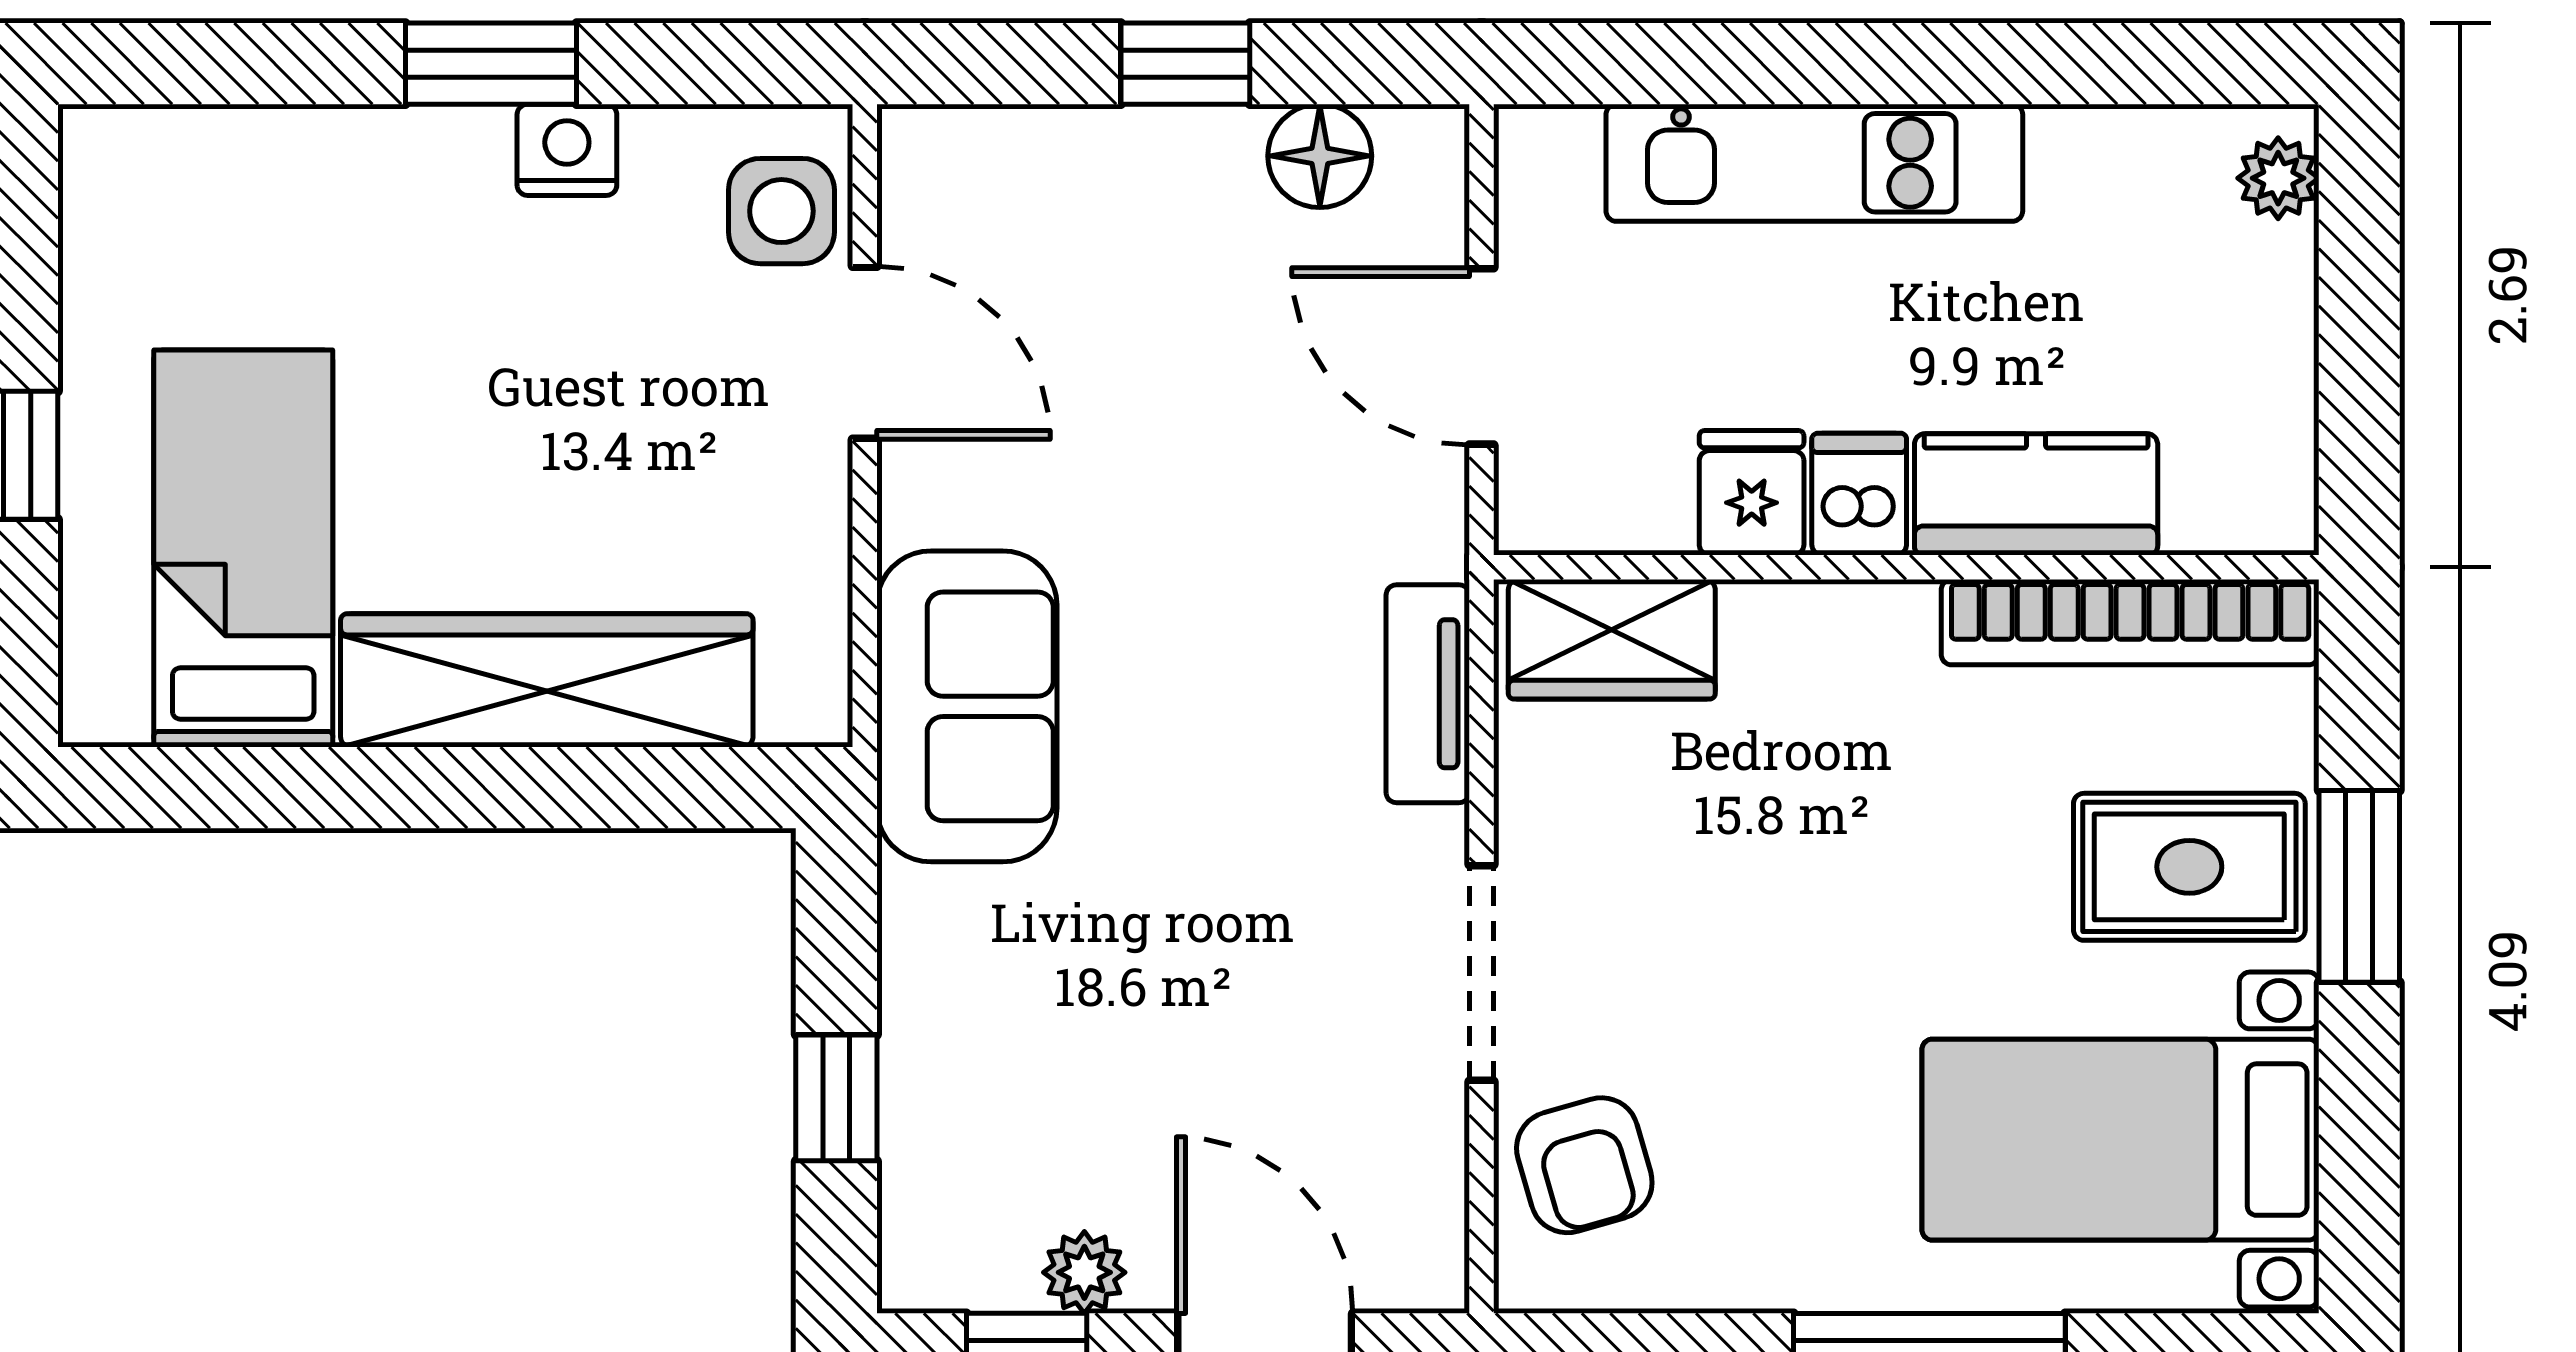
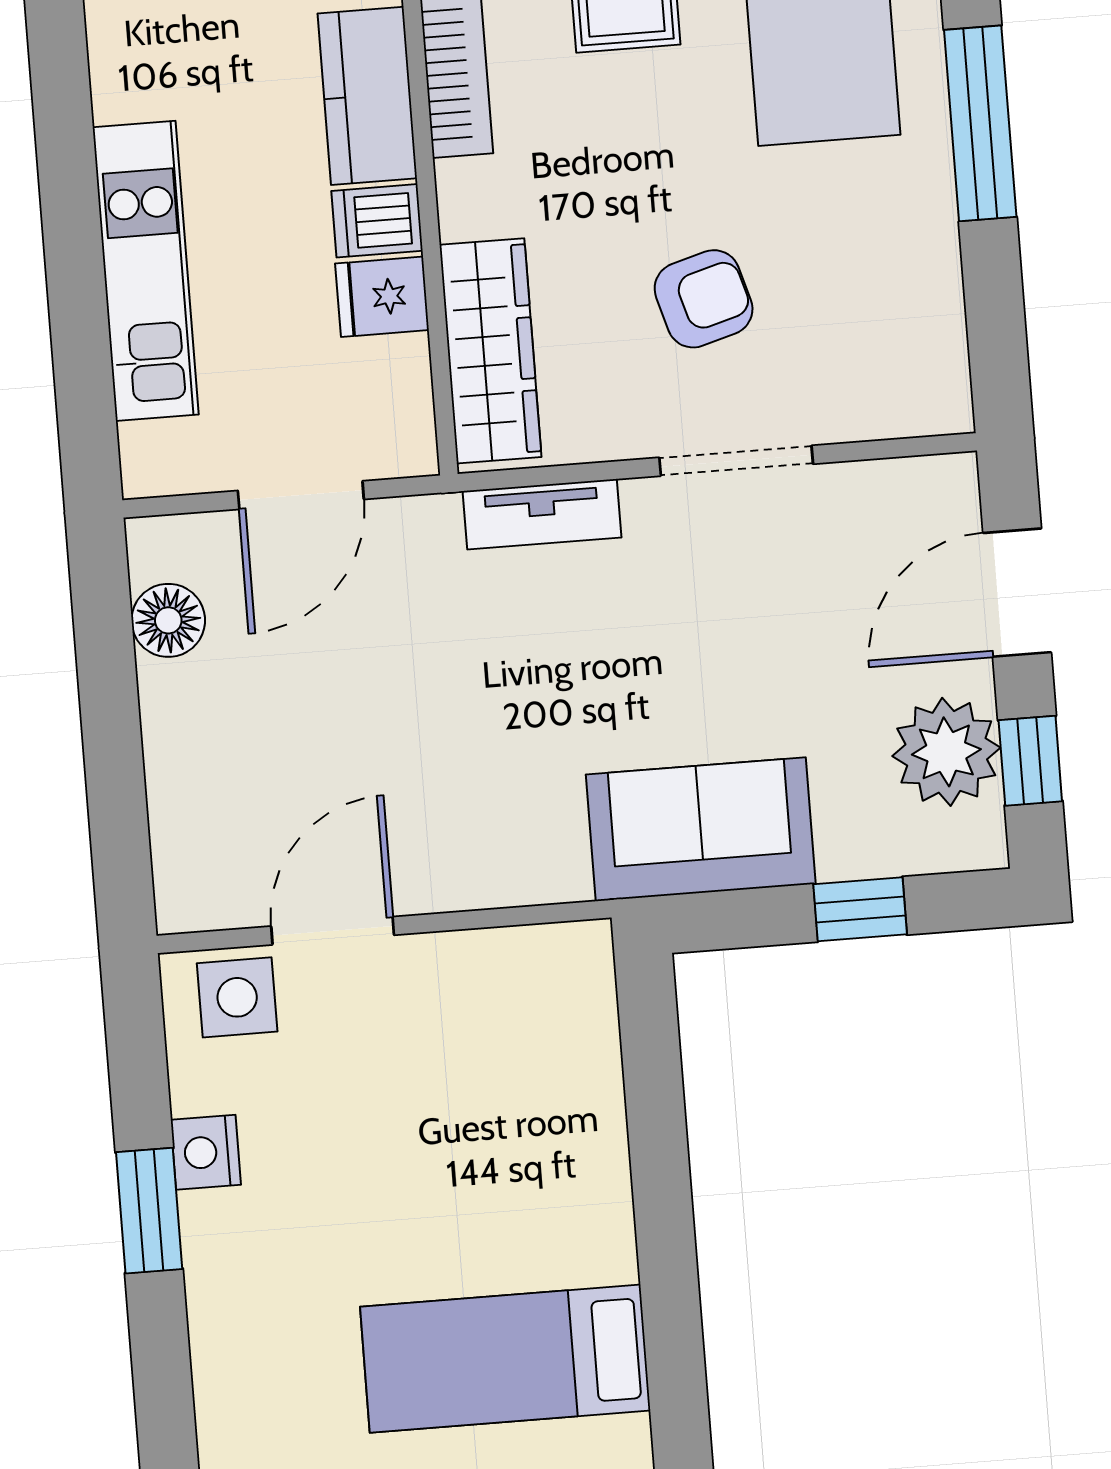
window: (1185, 64) -> (111, 720), removed
wardrobe: (1612, 639) -> (490, 351), width x1.50
wardrobe: (547, 680) -> (582, 1137), removed
sofa: (967, 706) -> (701, 829), moved
armchair: (1584, 1165) -> (704, 299), moved
plant: (1084, 1272) -> (946, 752), width x1.88, depth x1.88

